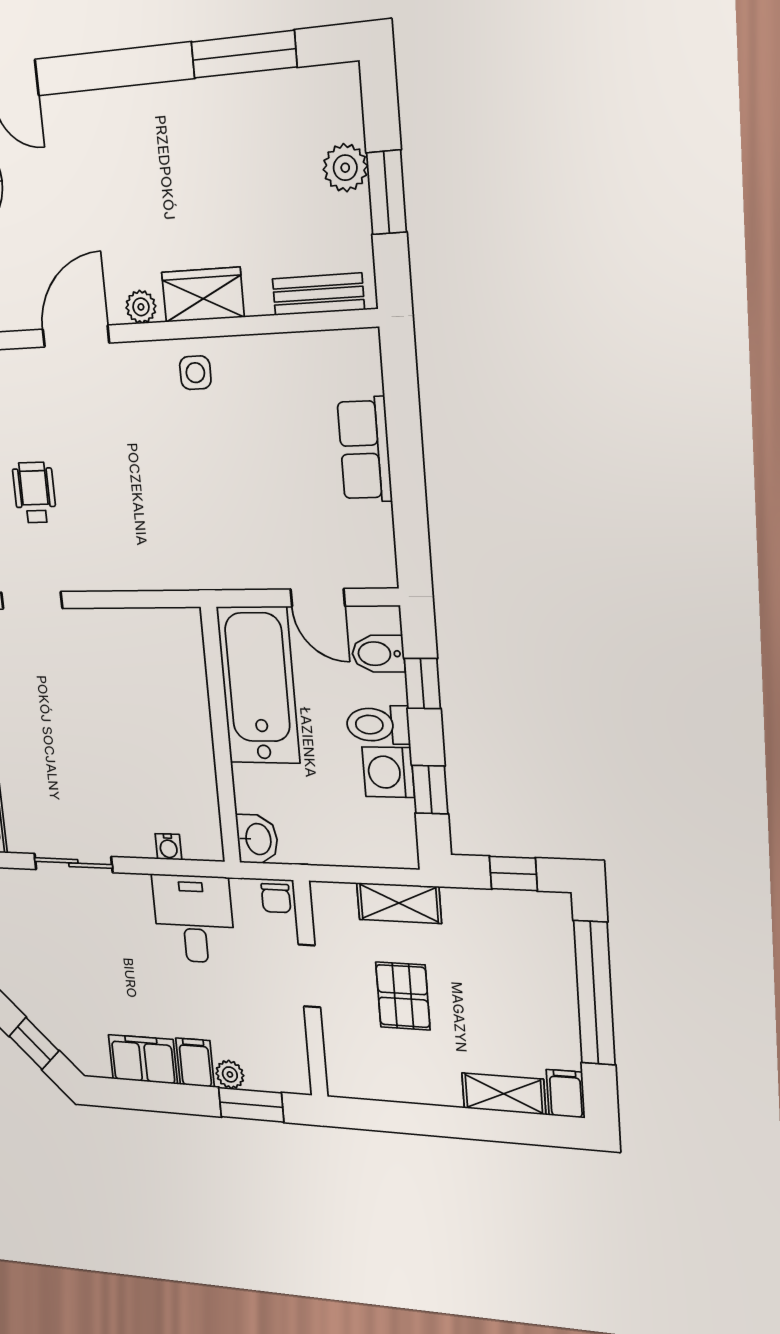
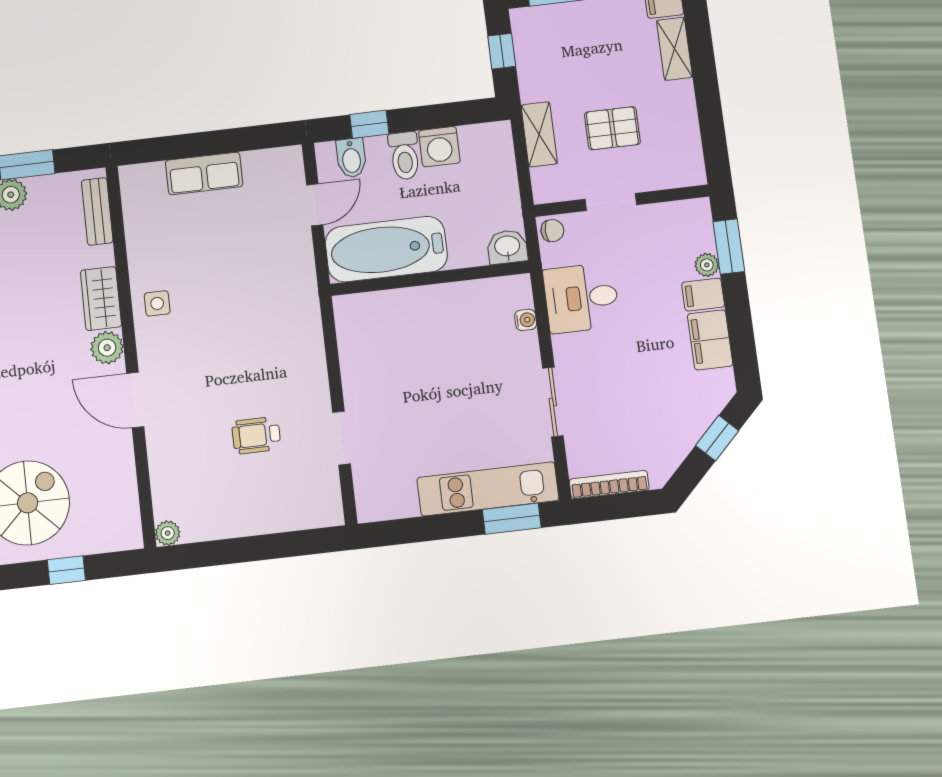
plant: (141, 307) -> (107, 348), width x1.38, depth x1.38
window: (430, 790) -> (448, 115), removed

